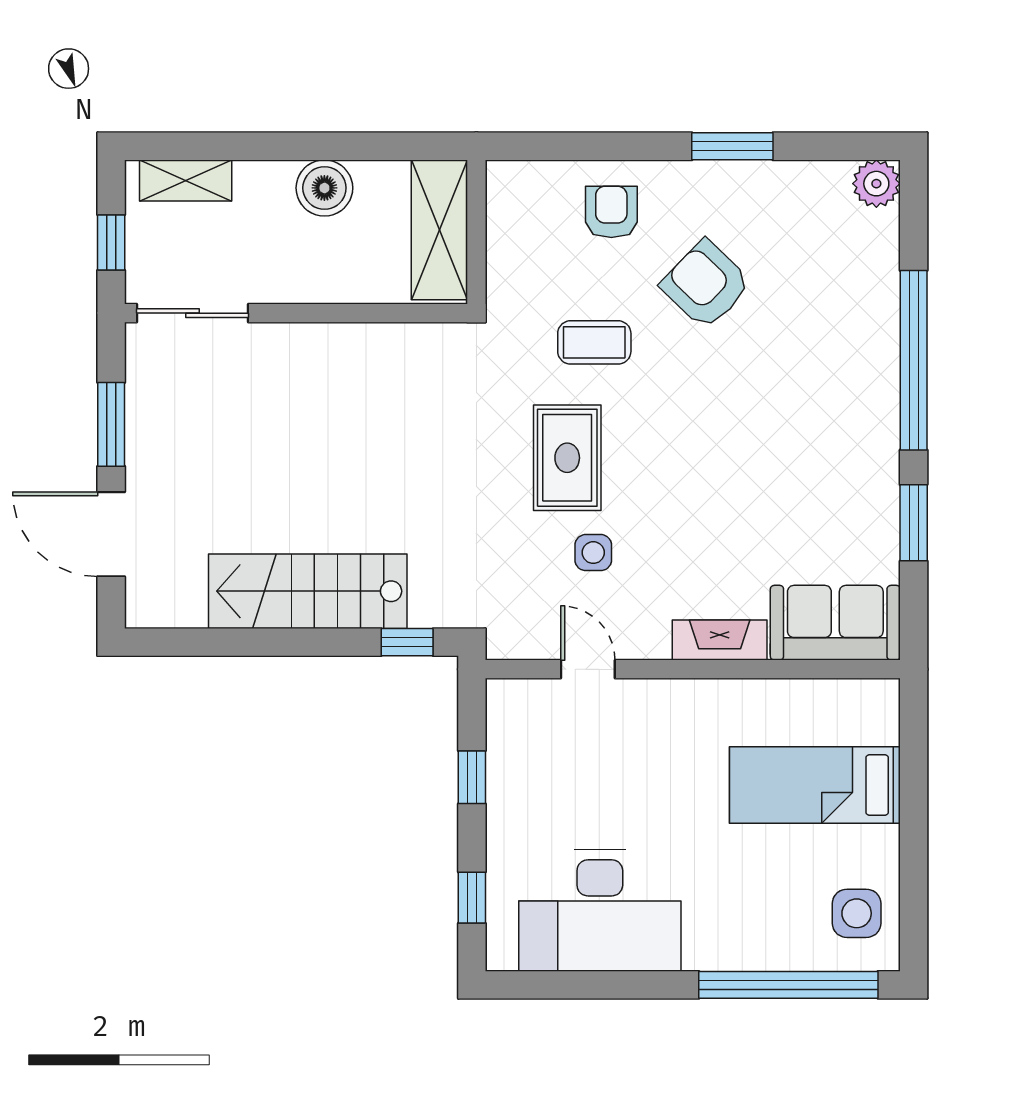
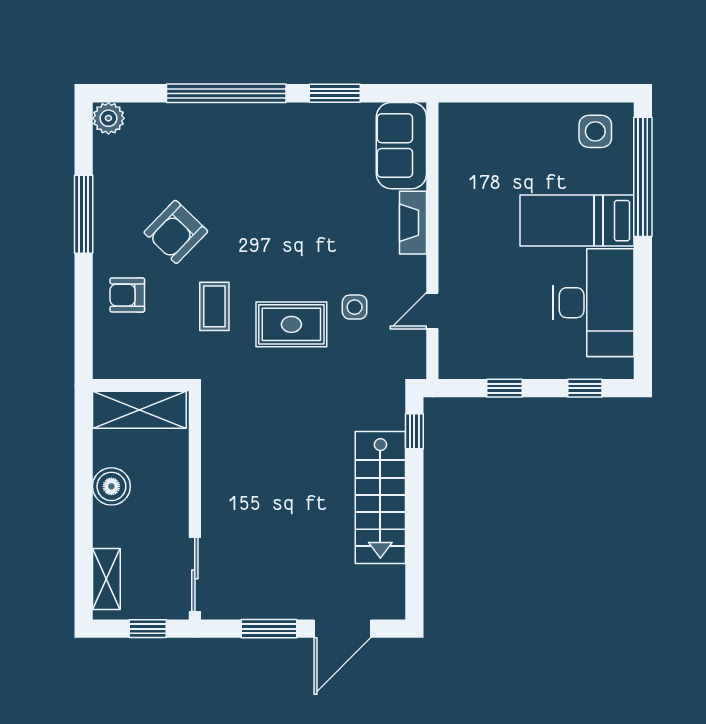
window: (732, 146) -> (84, 214), width x1.44
bed: (815, 785) -> (577, 221), moved, turned 90

